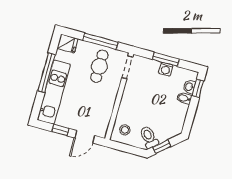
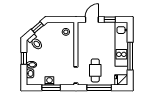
window: (198, 88) -> (24, 58), moved
toilet: (149, 137) -> (35, 42), moved

